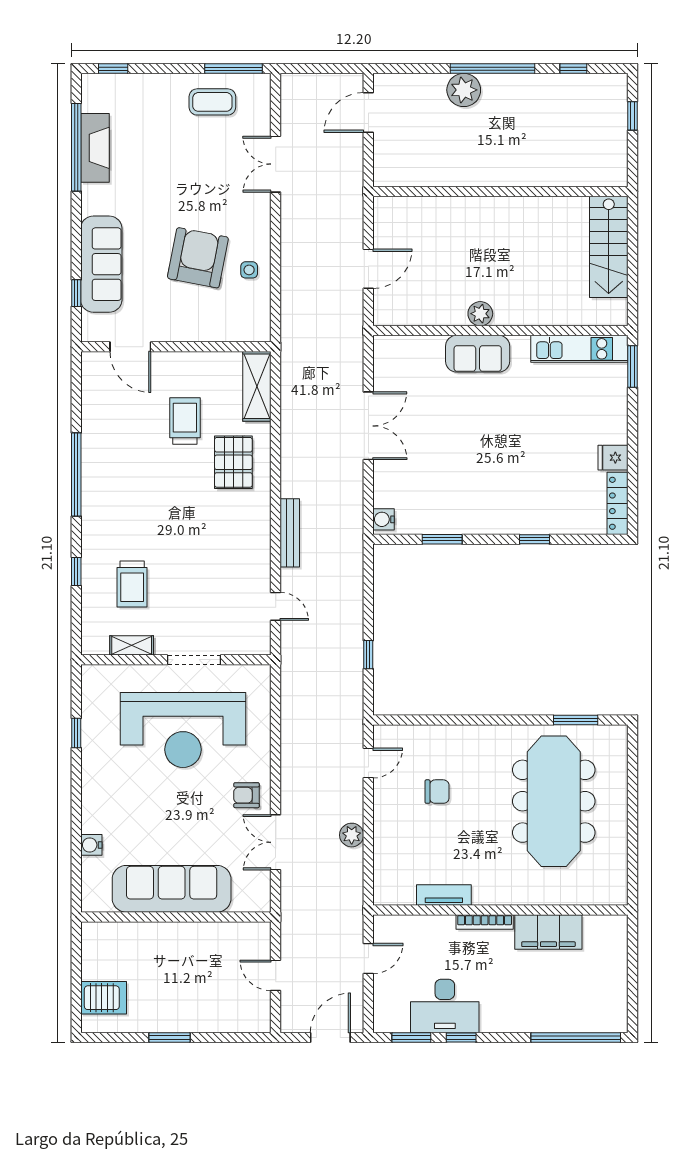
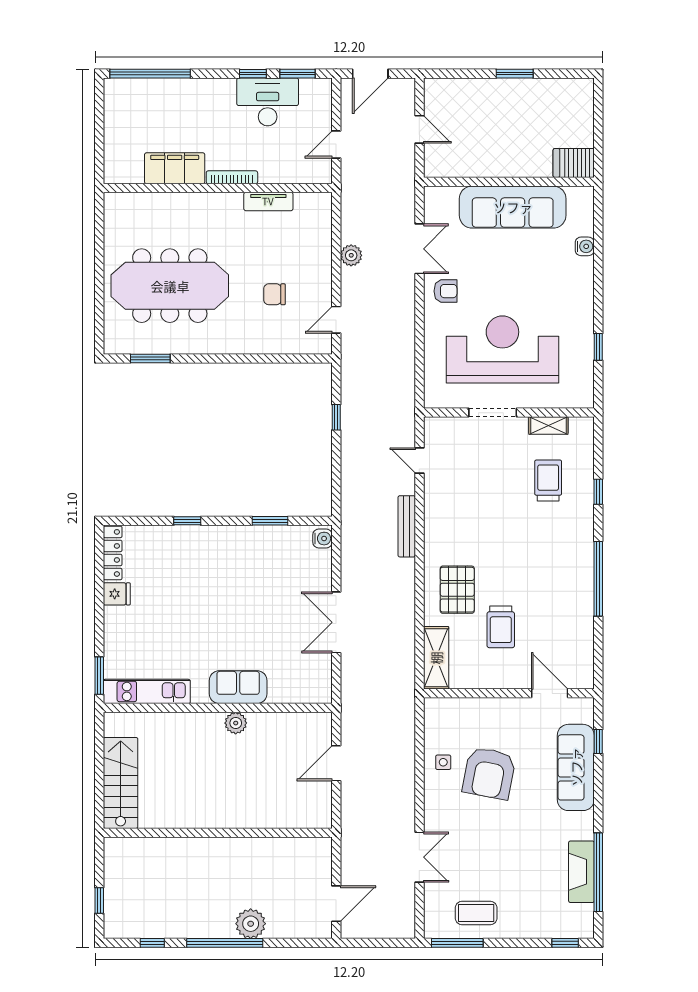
meeting table: (554, 801) -> (170, 286), turned 90
server rack: (104, 998) -> (574, 163), moved

